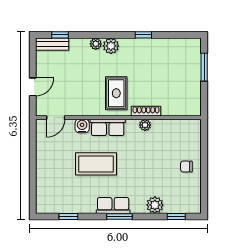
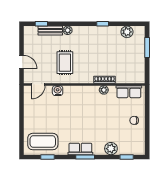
bench: (52, 44) -> (50, 31), moved
plant: (111, 46) -> (127, 32), moved
door: (33, 87) -> (21, 62), hinge flipped
rug: (116, 93) -> (65, 63), moved
row of seats: (108, 127) -> (129, 92), moved
coffee table: (96, 164) -> (43, 142), moved

